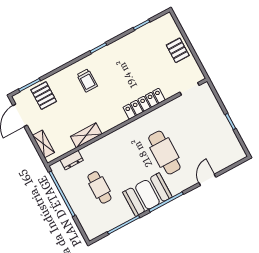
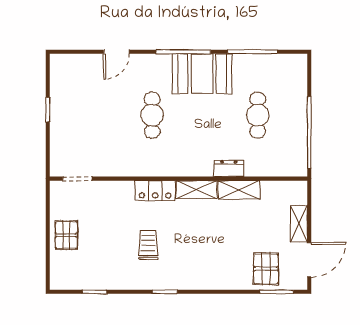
trolley: (87, 80) -> (148, 245), moved
locker: (144, 104) -> (155, 191), width x0.66
shelving: (112, 121) -> (197, 190), added
shelving: (43, 144) -> (299, 224), moved
cafe table: (164, 153) -> (152, 115), width x0.73, depth x0.74
dresser: (72, 160) -> (229, 168), moved

